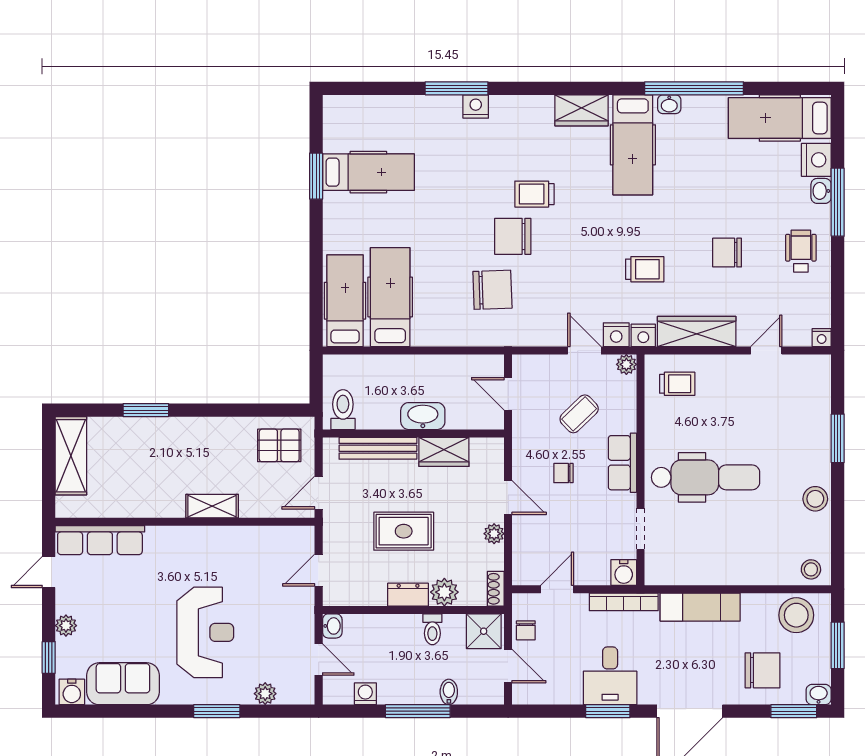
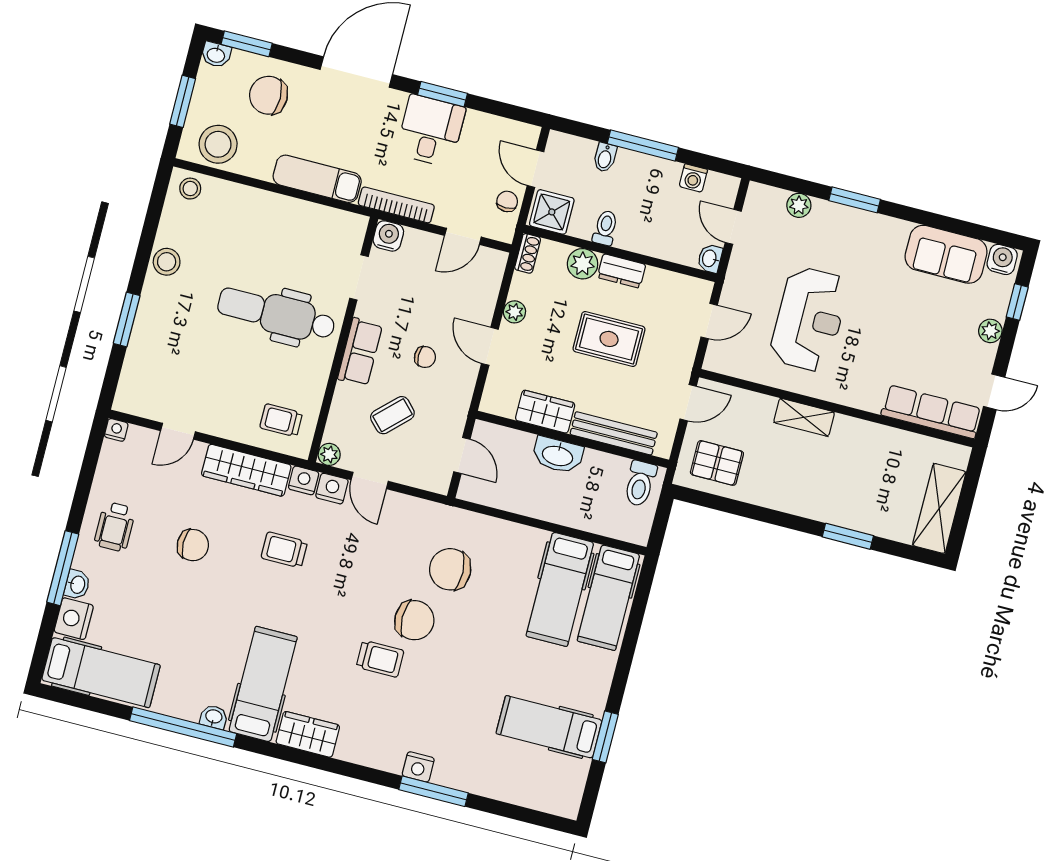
reception desk: (205, 632) -> (809, 319), moved, turned 180

